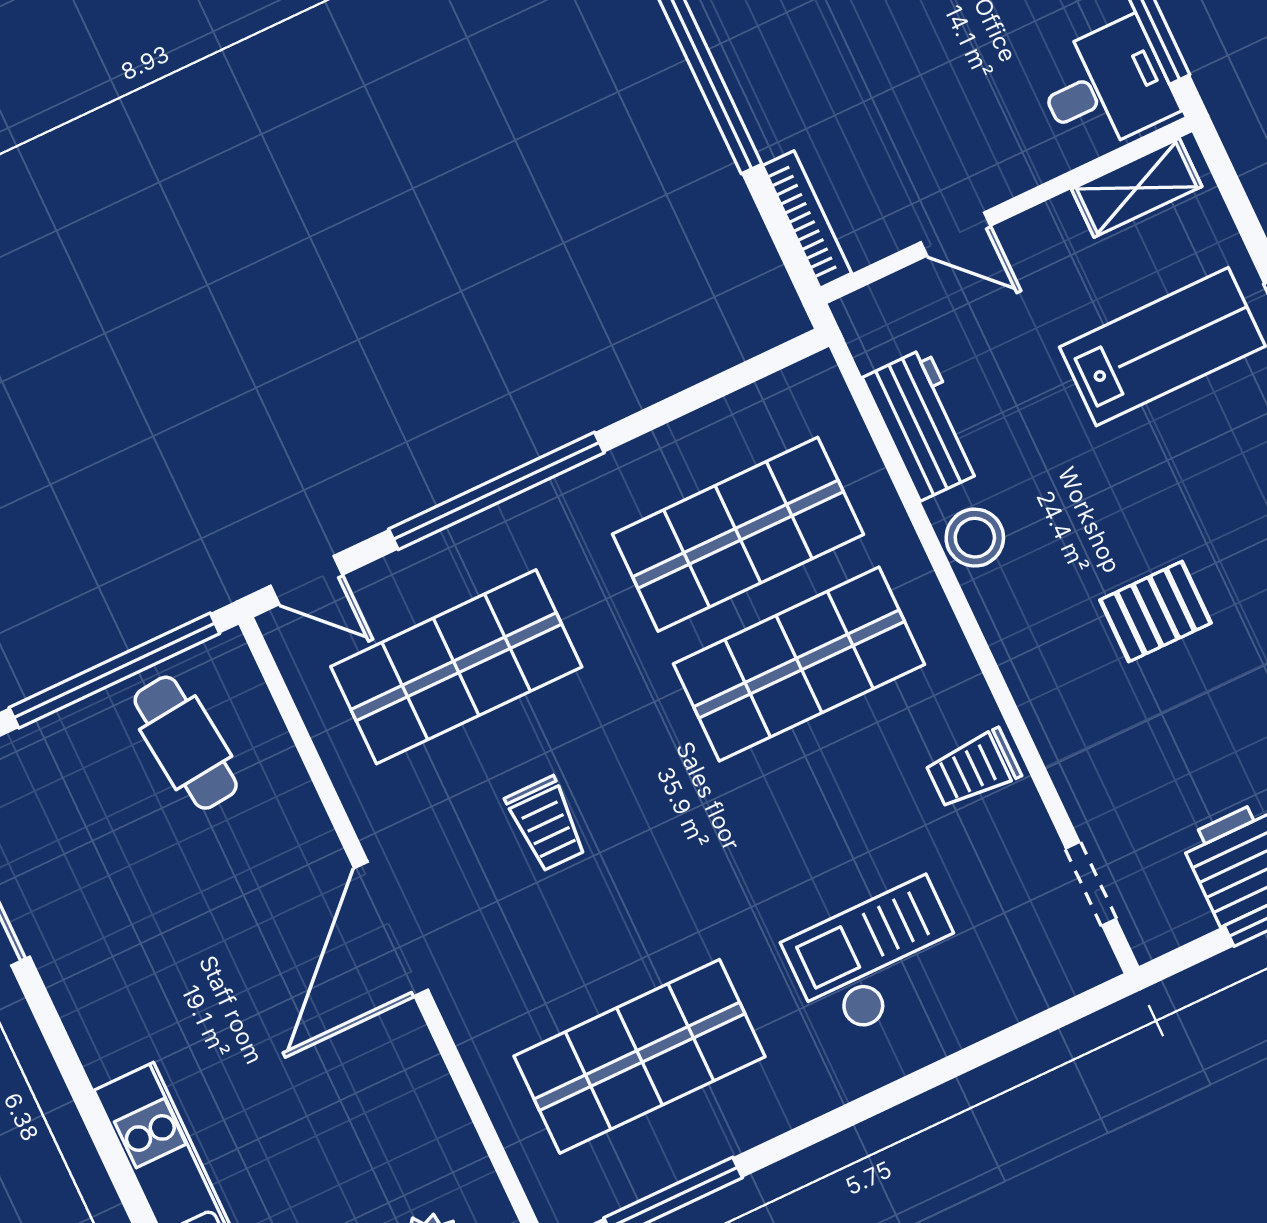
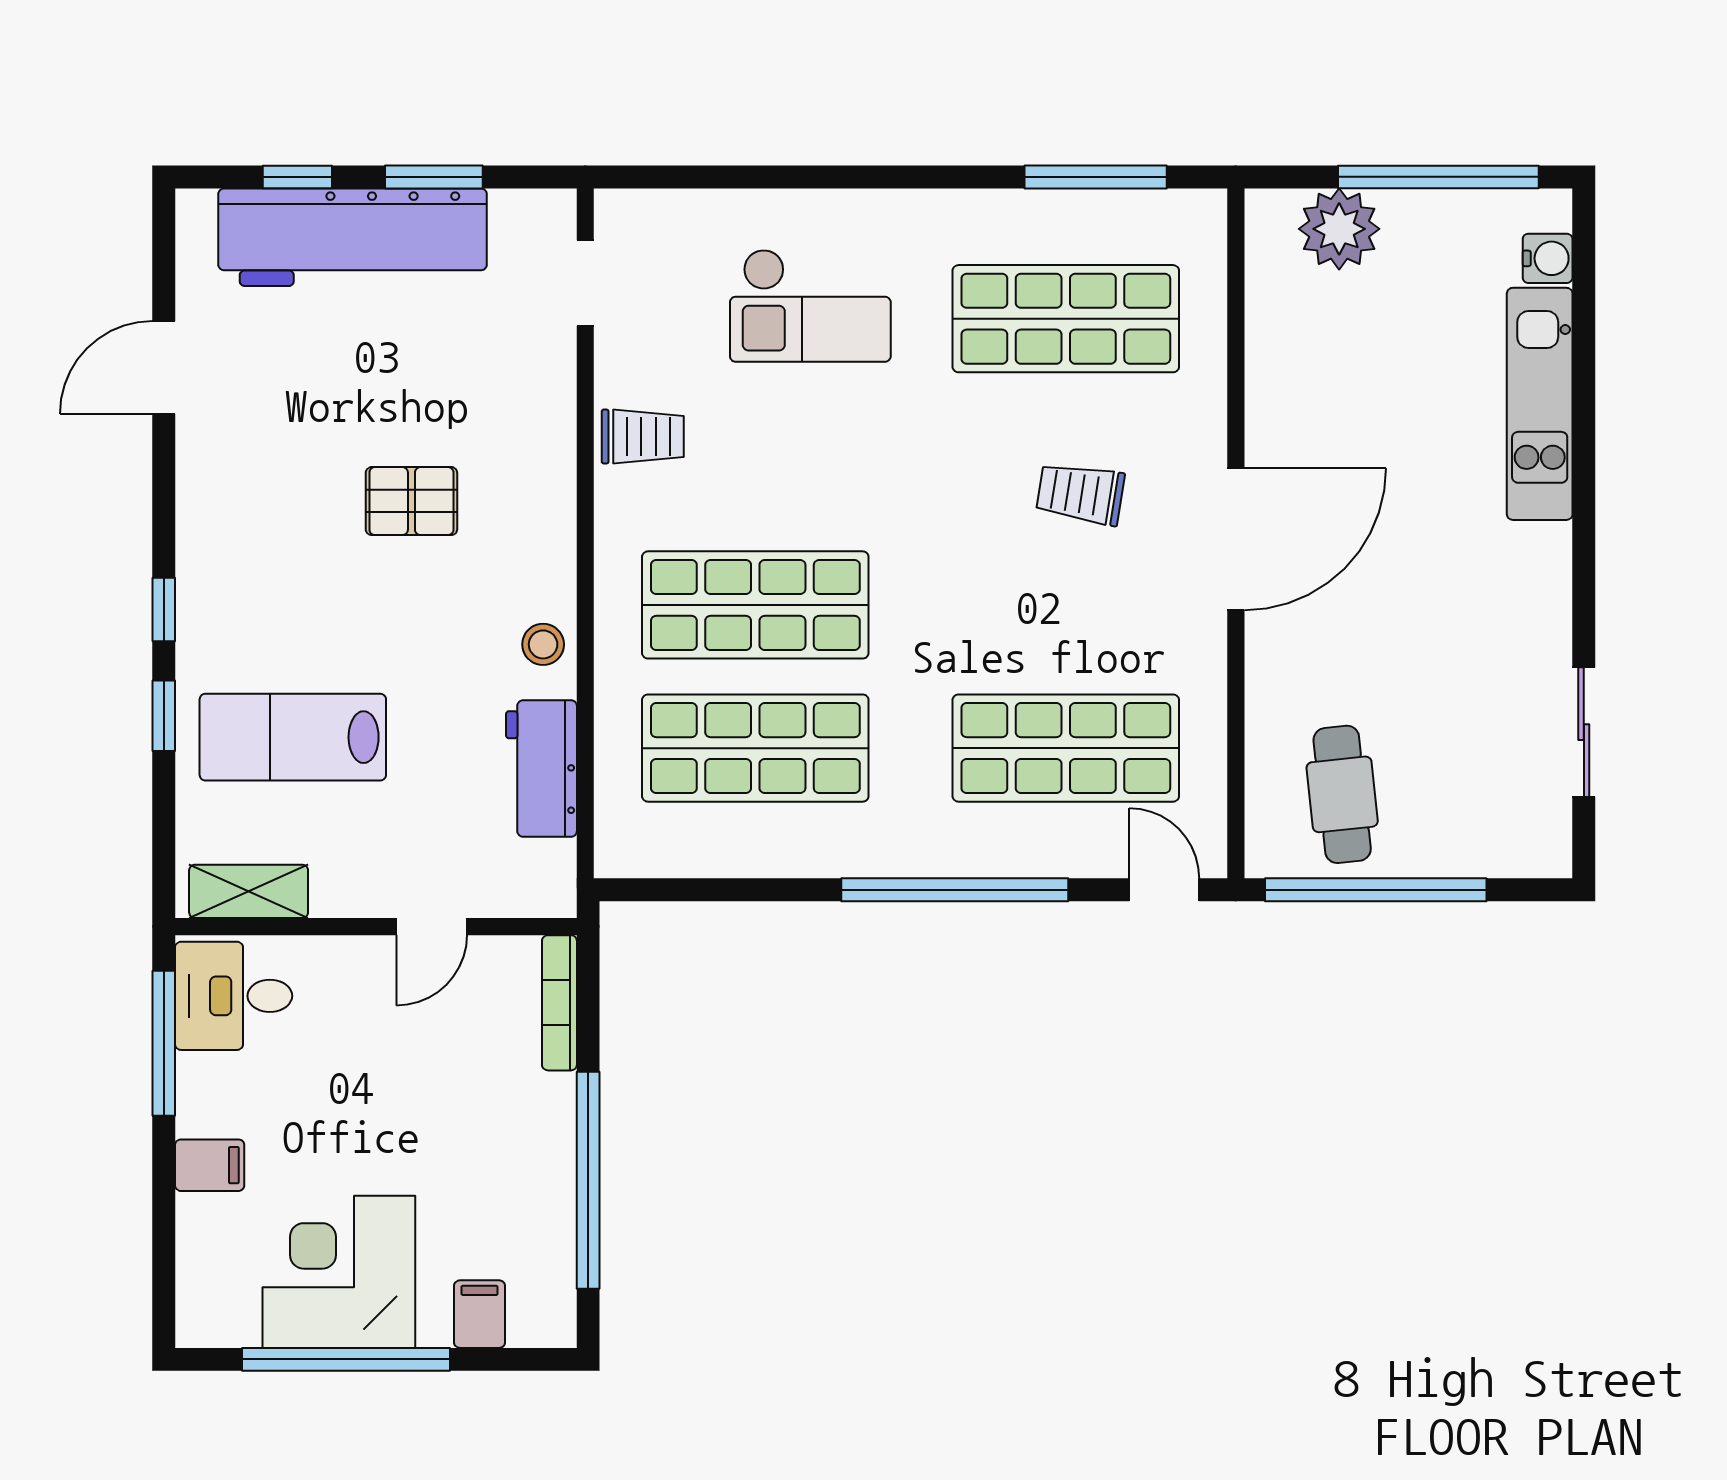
door: (955, 234) -> (432, 927), swing flipped
stool: (975, 538) -> (543, 644), width x0.73, depth x0.73
trolley: (546, 824) -> (1080, 494), moved, turned -81

